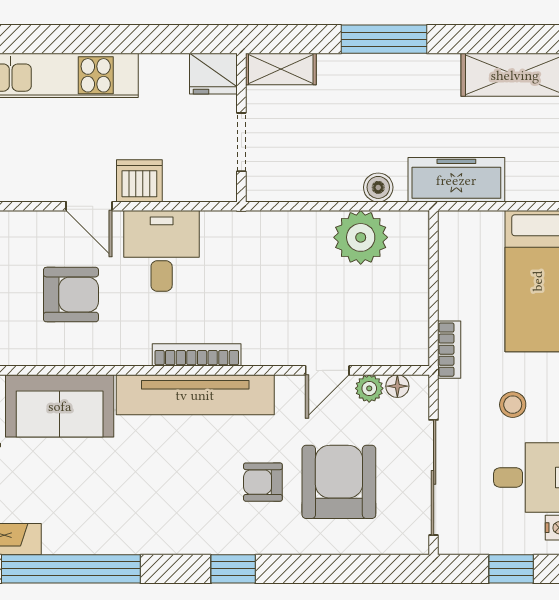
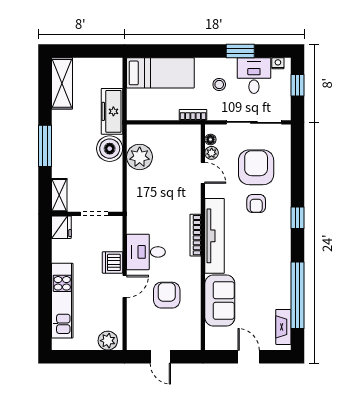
boiler: (378, 187) -> (110, 149), width x1.86, depth x1.86
armchair: (339, 482) -> (256, 167), turned 90

